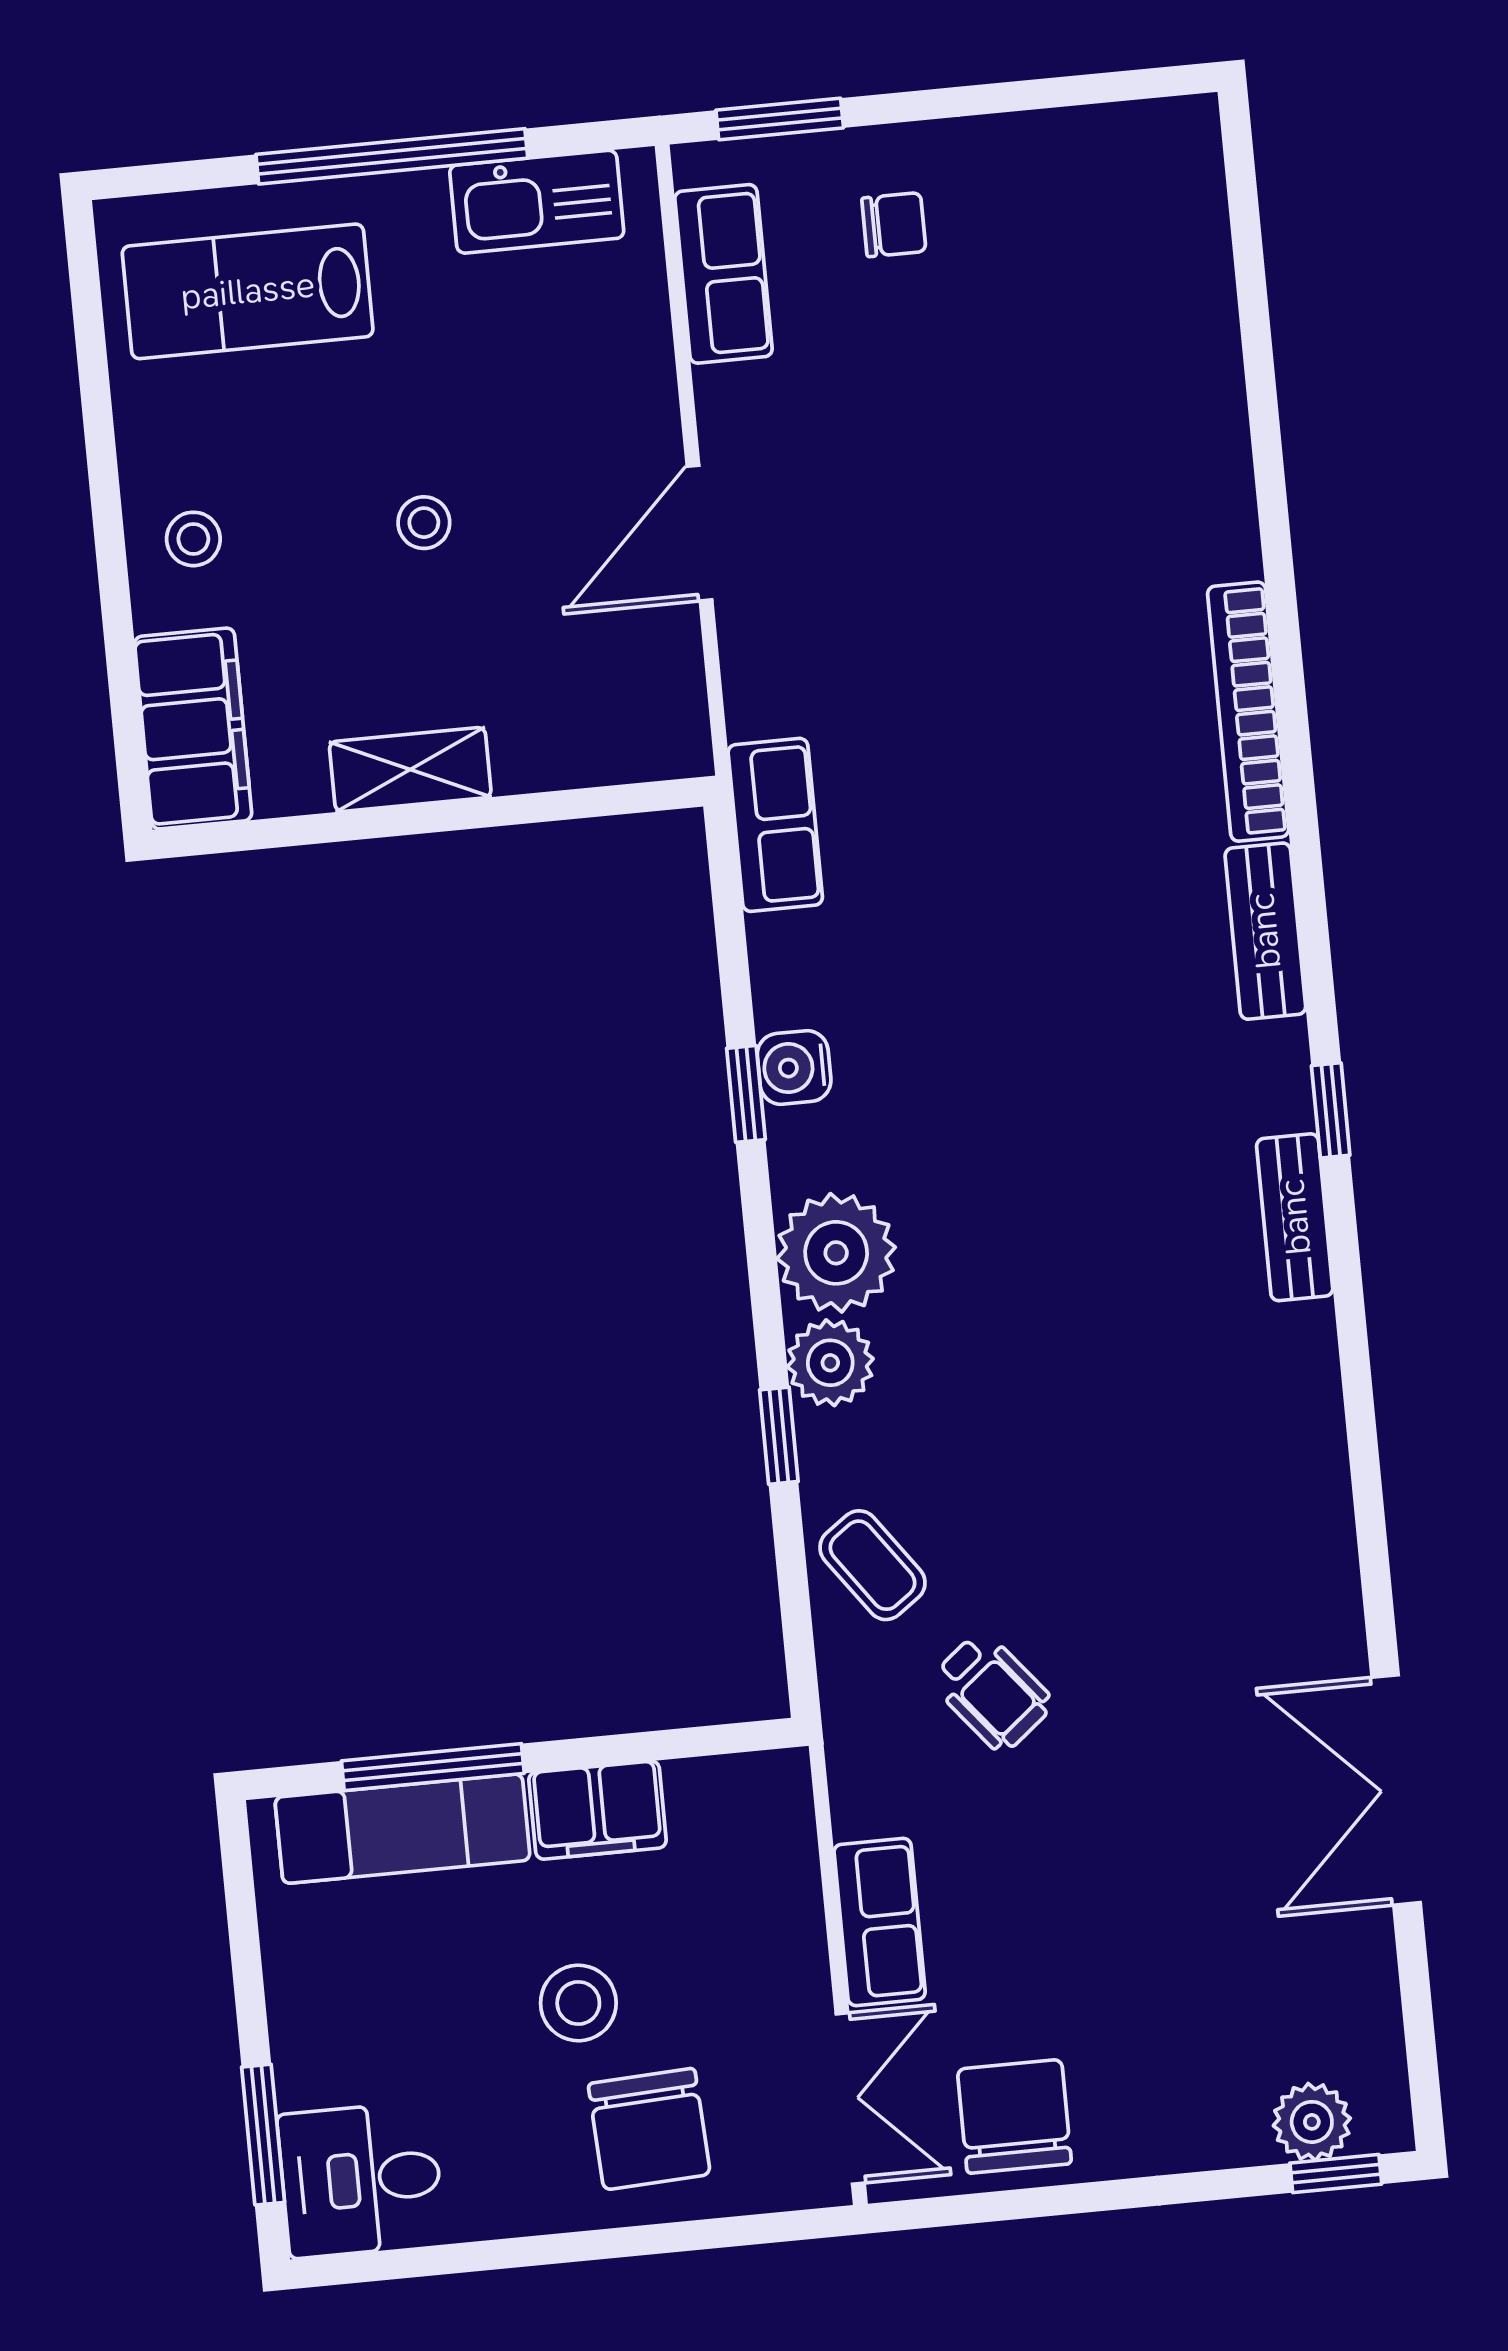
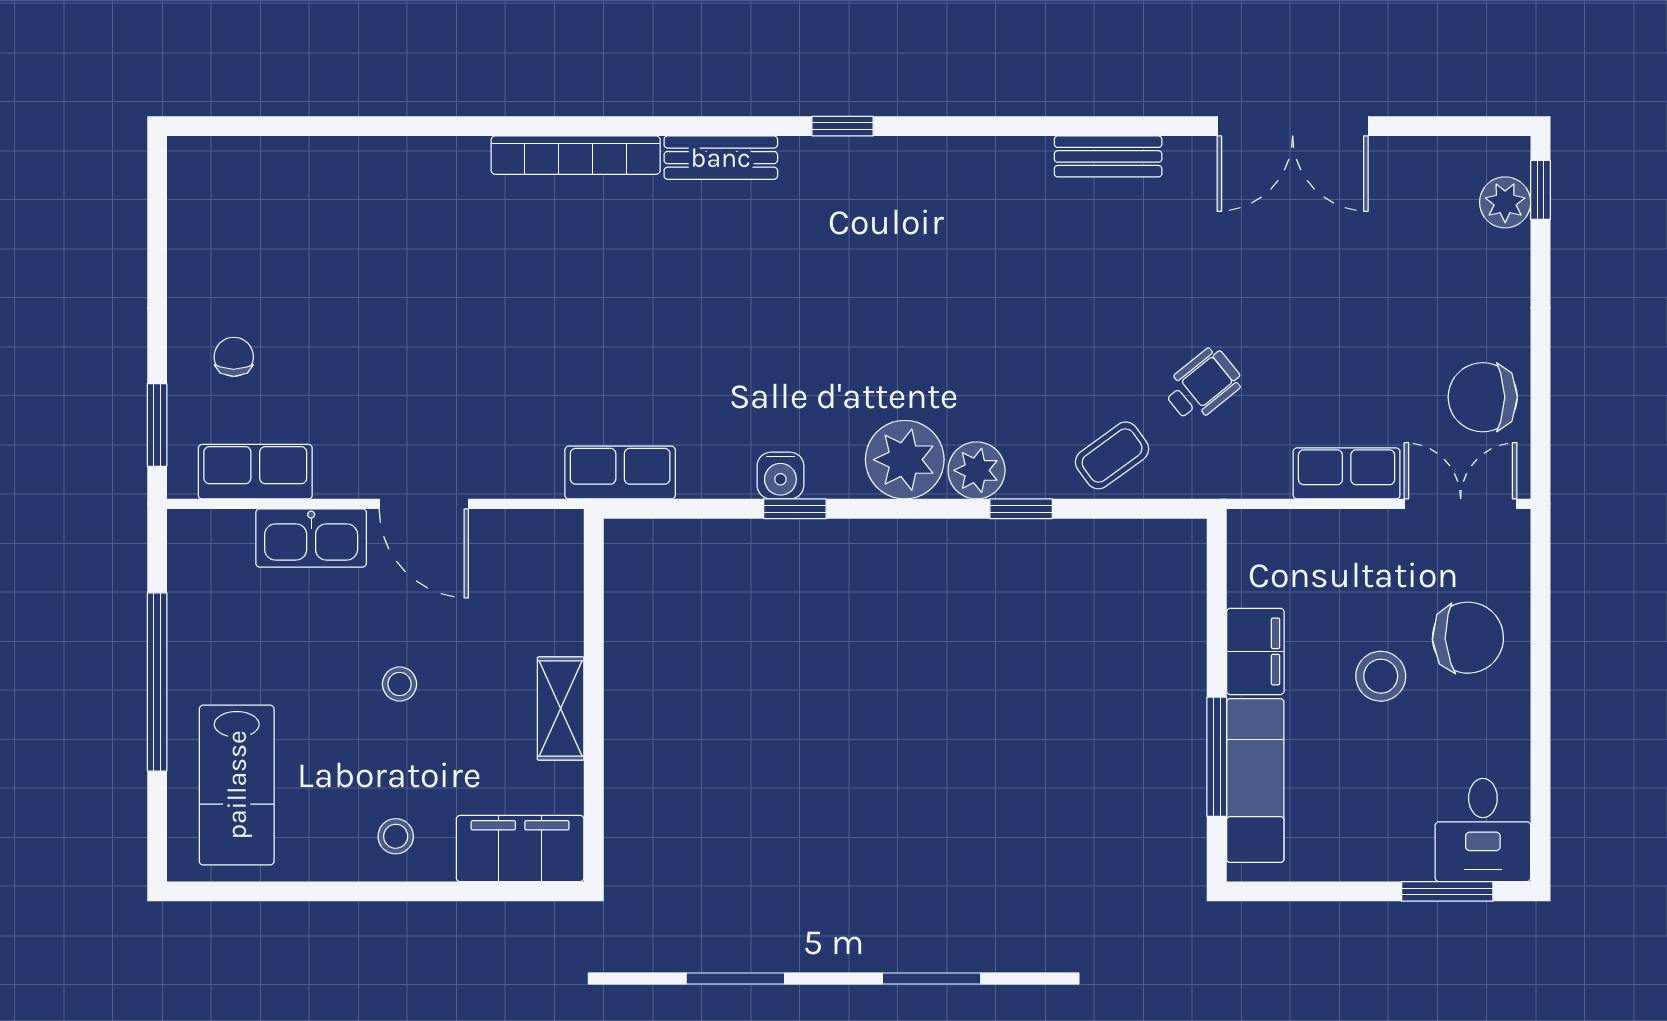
kitchen sink: (537, 202) -> (311, 538), moved, turned 90
bench: (1295, 1217) -> (1108, 156), moved

